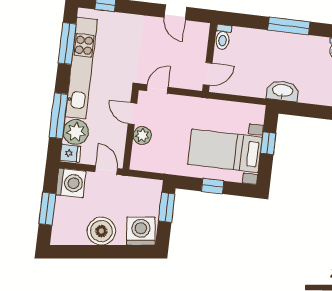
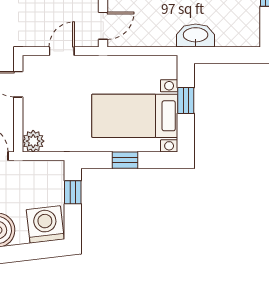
door: (157, 89) -> (62, 51), moved
plant: (142, 135) -> (33, 141), moved
window: (167, 207) -> (73, 192), width x0.67

